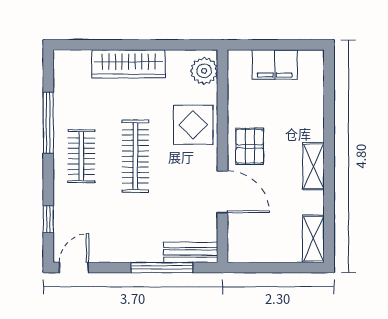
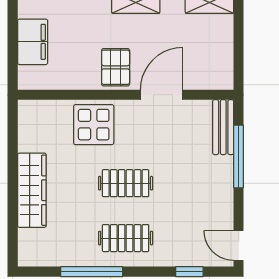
plant: (204, 71) -> (39, 113), removed
pallet: (250, 146) -> (116, 67), turned 90
clothes rail: (135, 156) -> (126, 183), width x0.73

